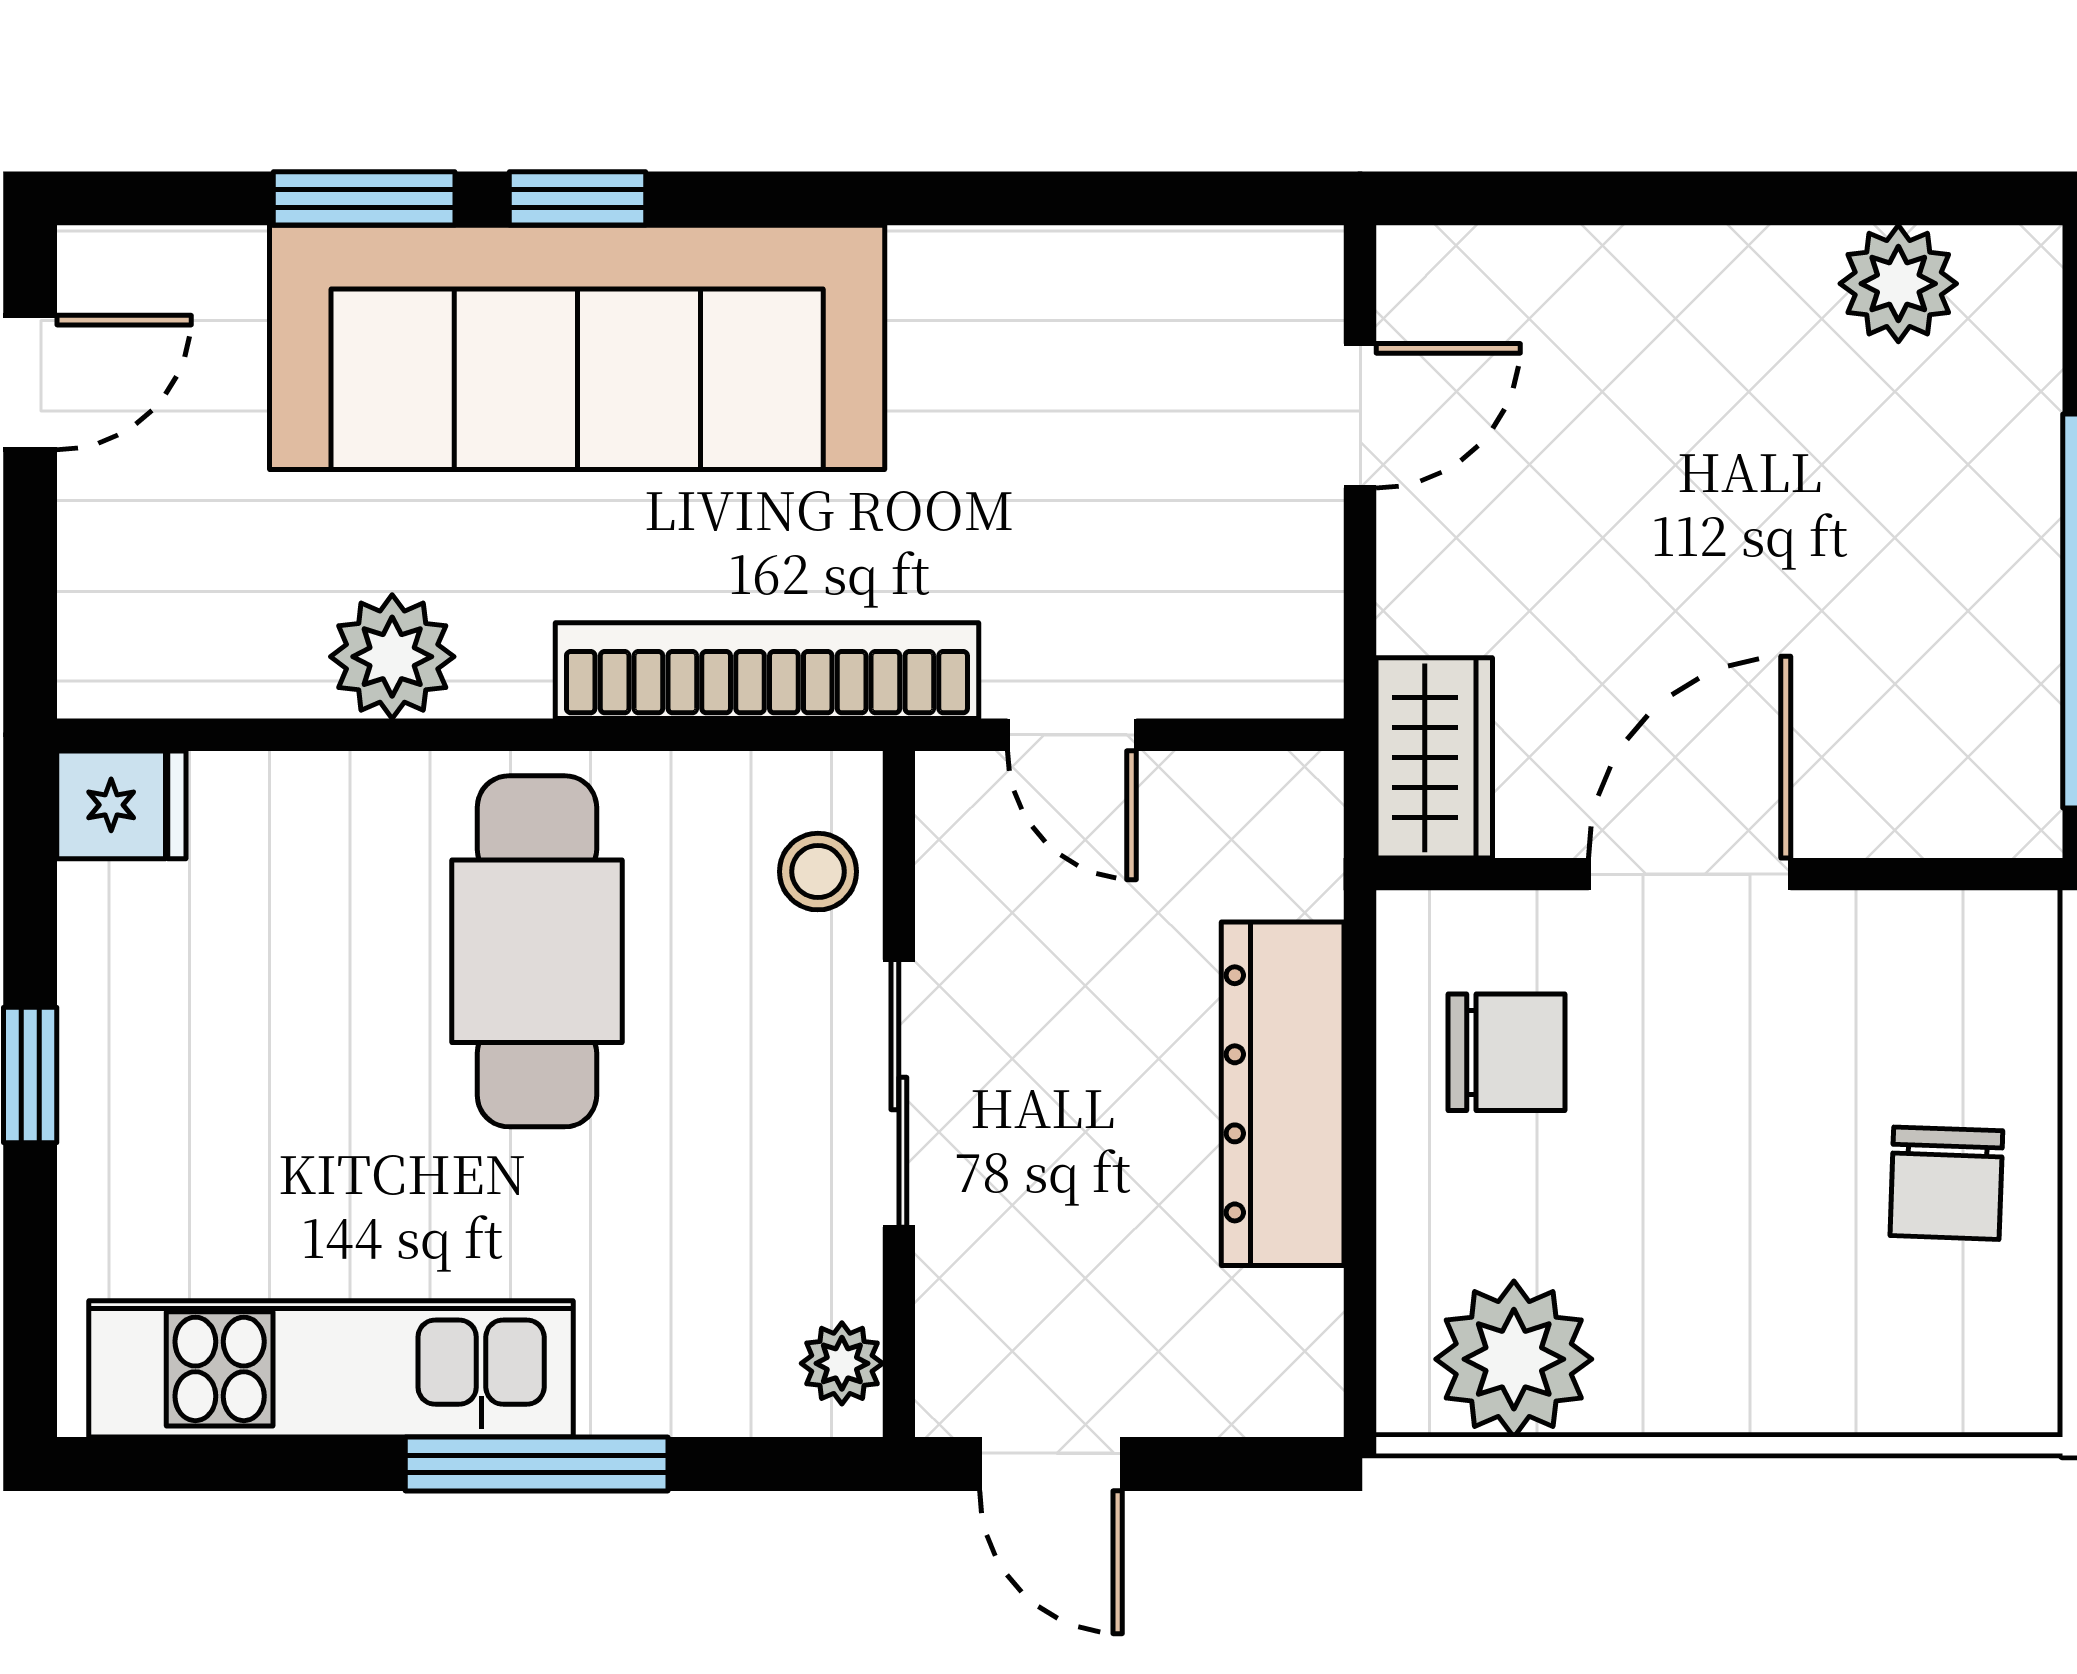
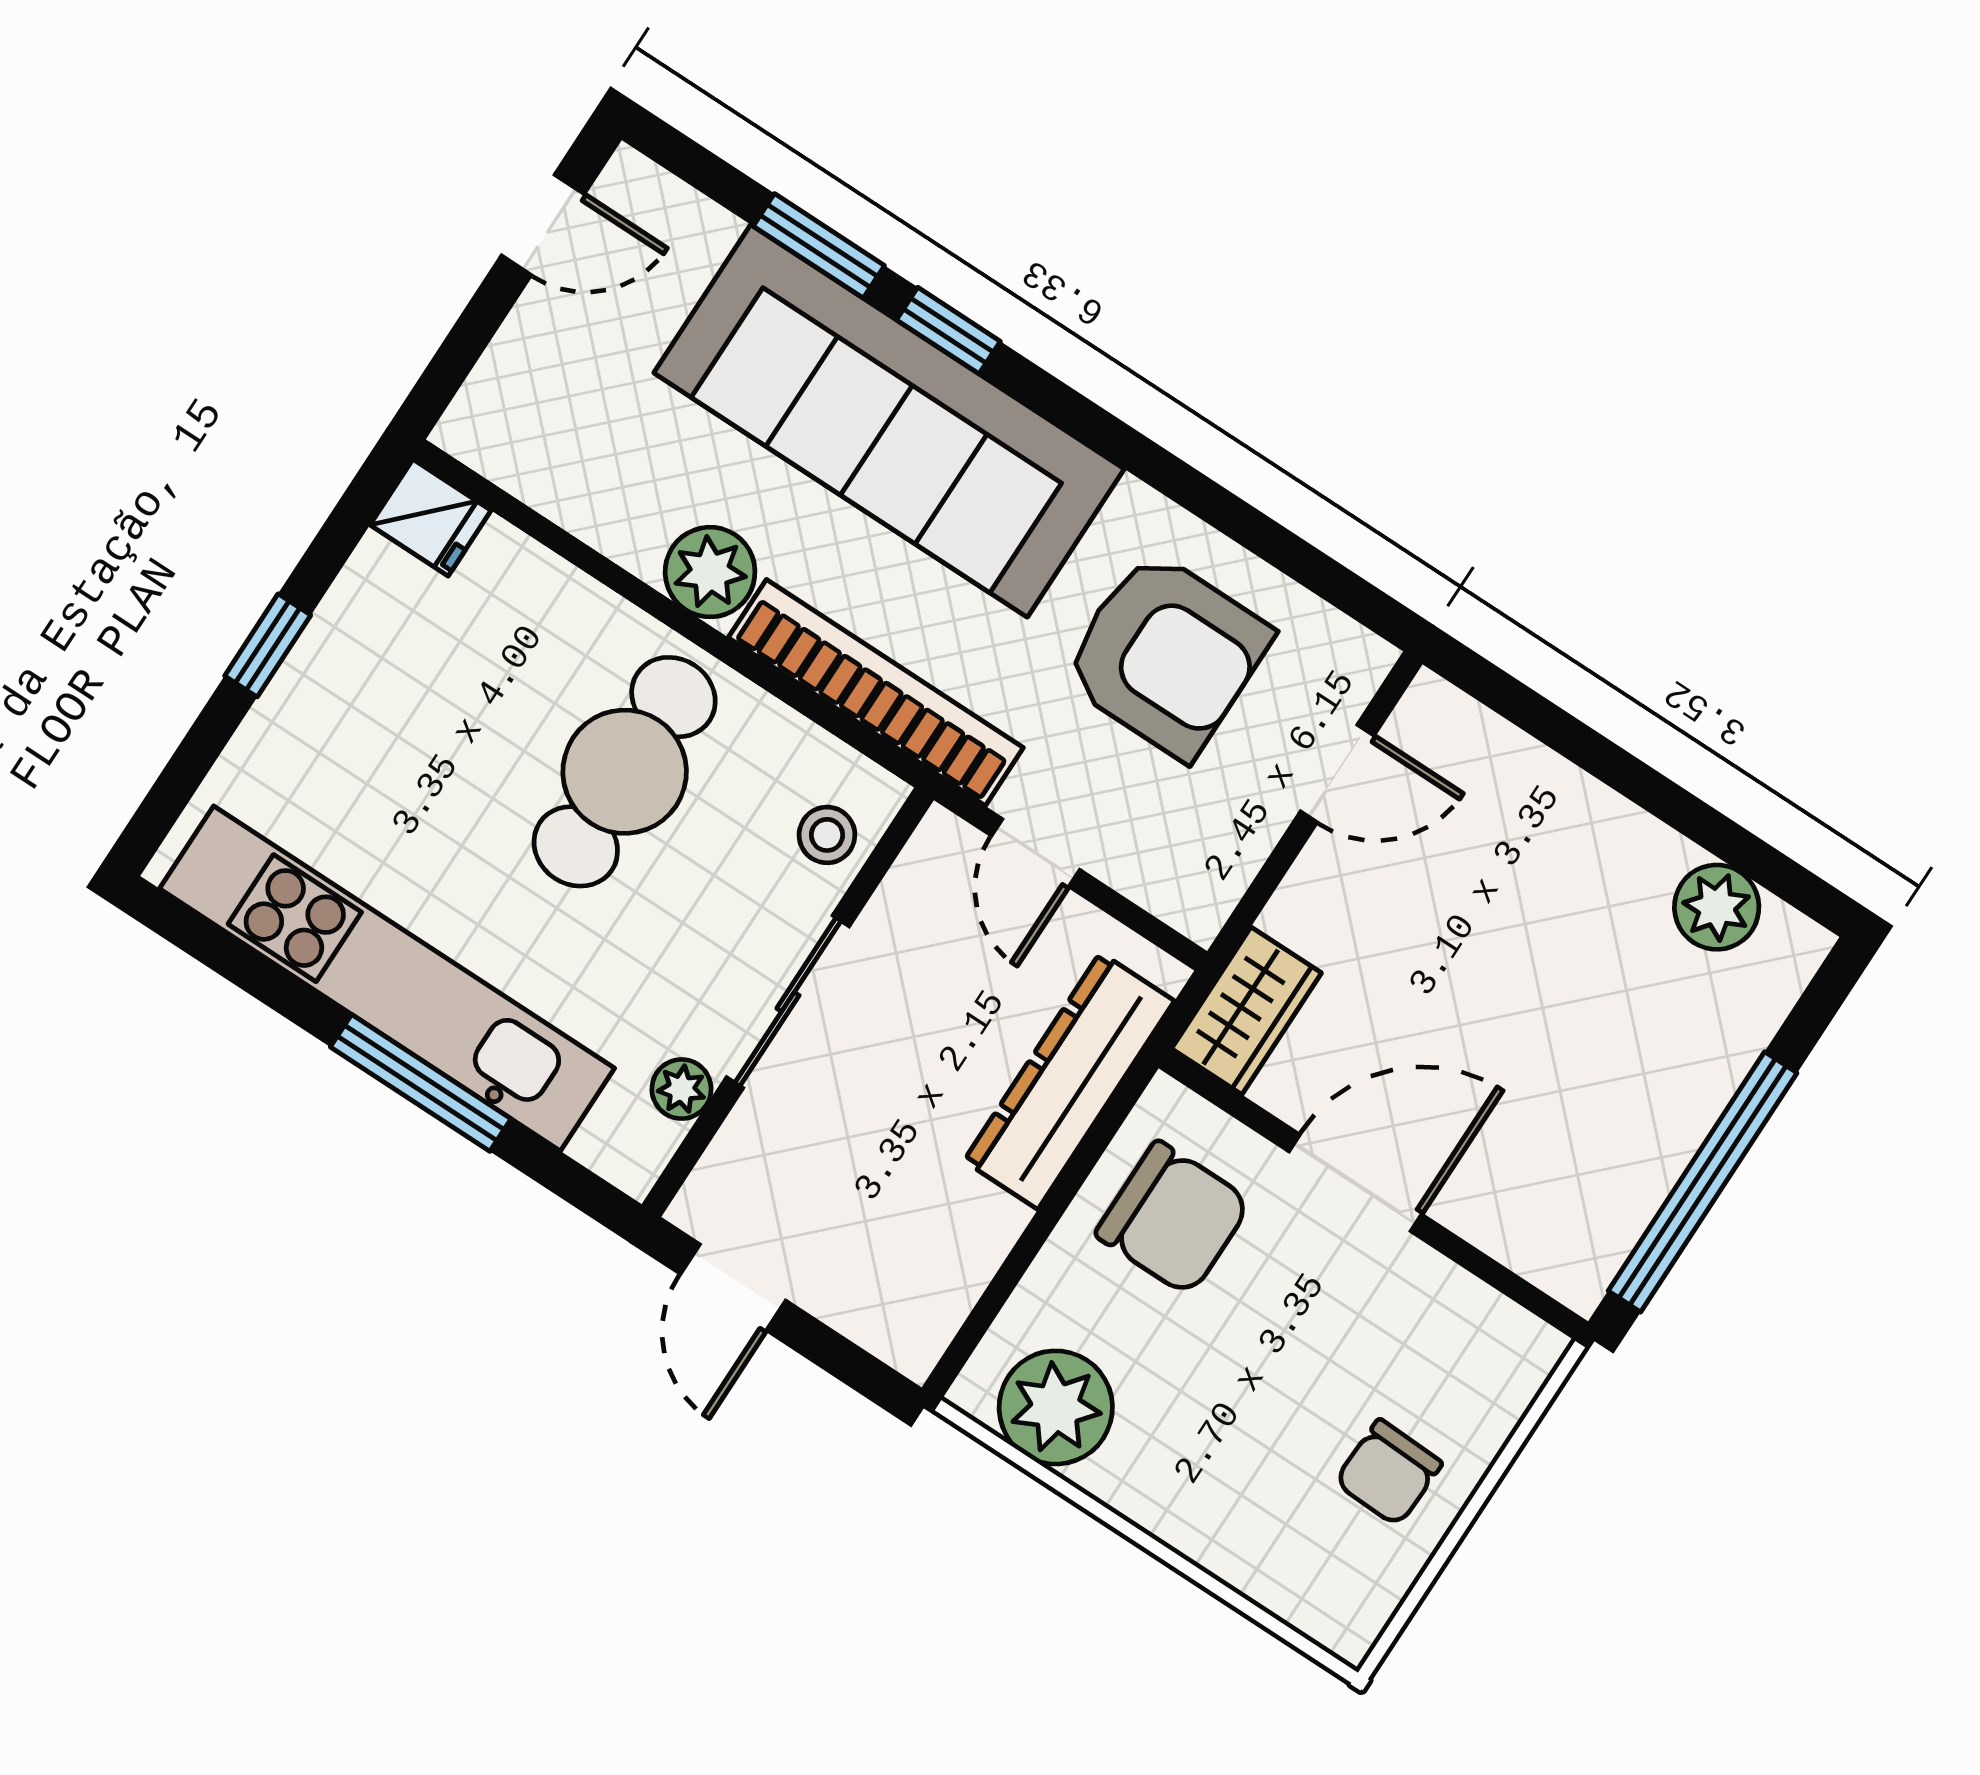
armchair: (1073, 408) -> (1166, 655), added
plant: (392, 657) -> (710, 572), moved
chair: (1506, 1052) -> (1173, 1218), width x1.37, depth x1.37
dresser: (1283, 1094) -> (1069, 1081), moved
plant: (842, 1363) -> (681, 1089), moved
kitchen unit: (331, 1369) -> (387, 978), width x1.36

